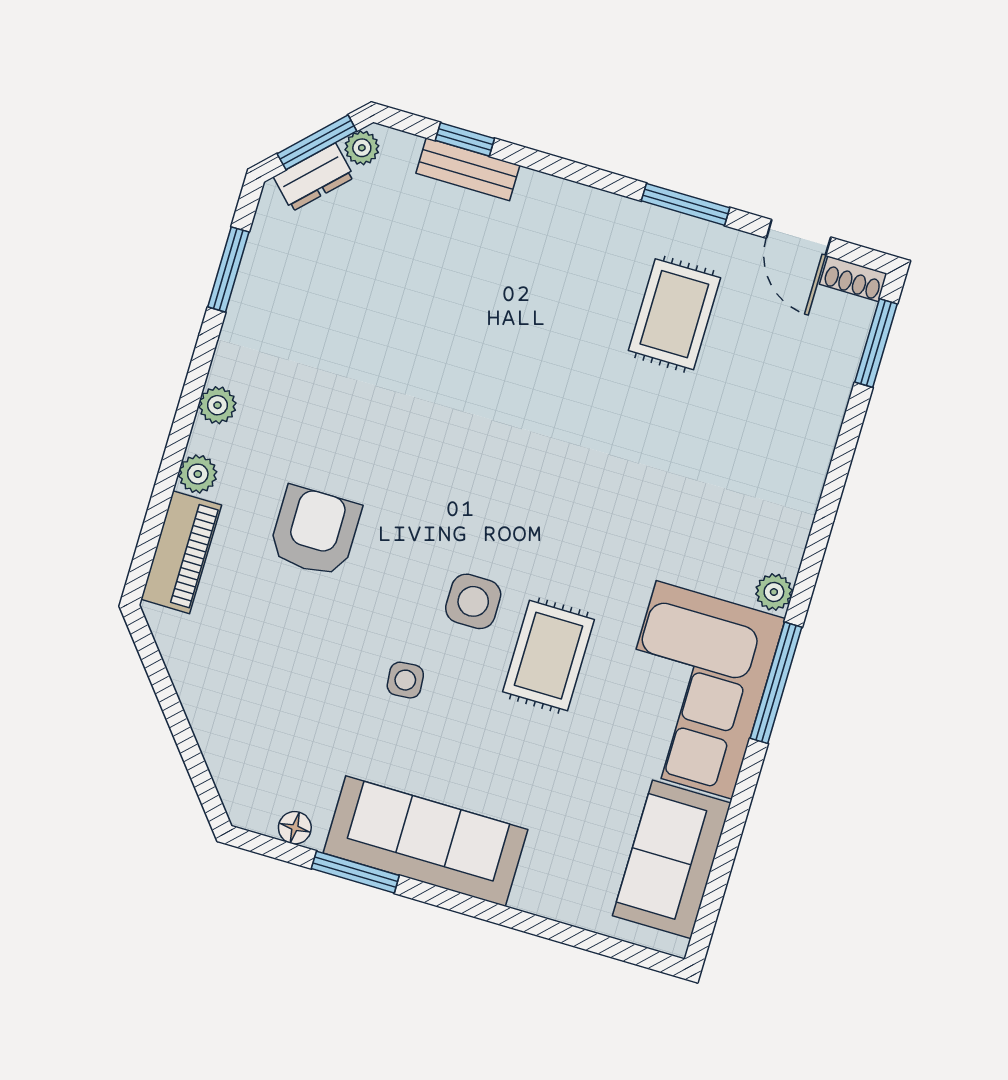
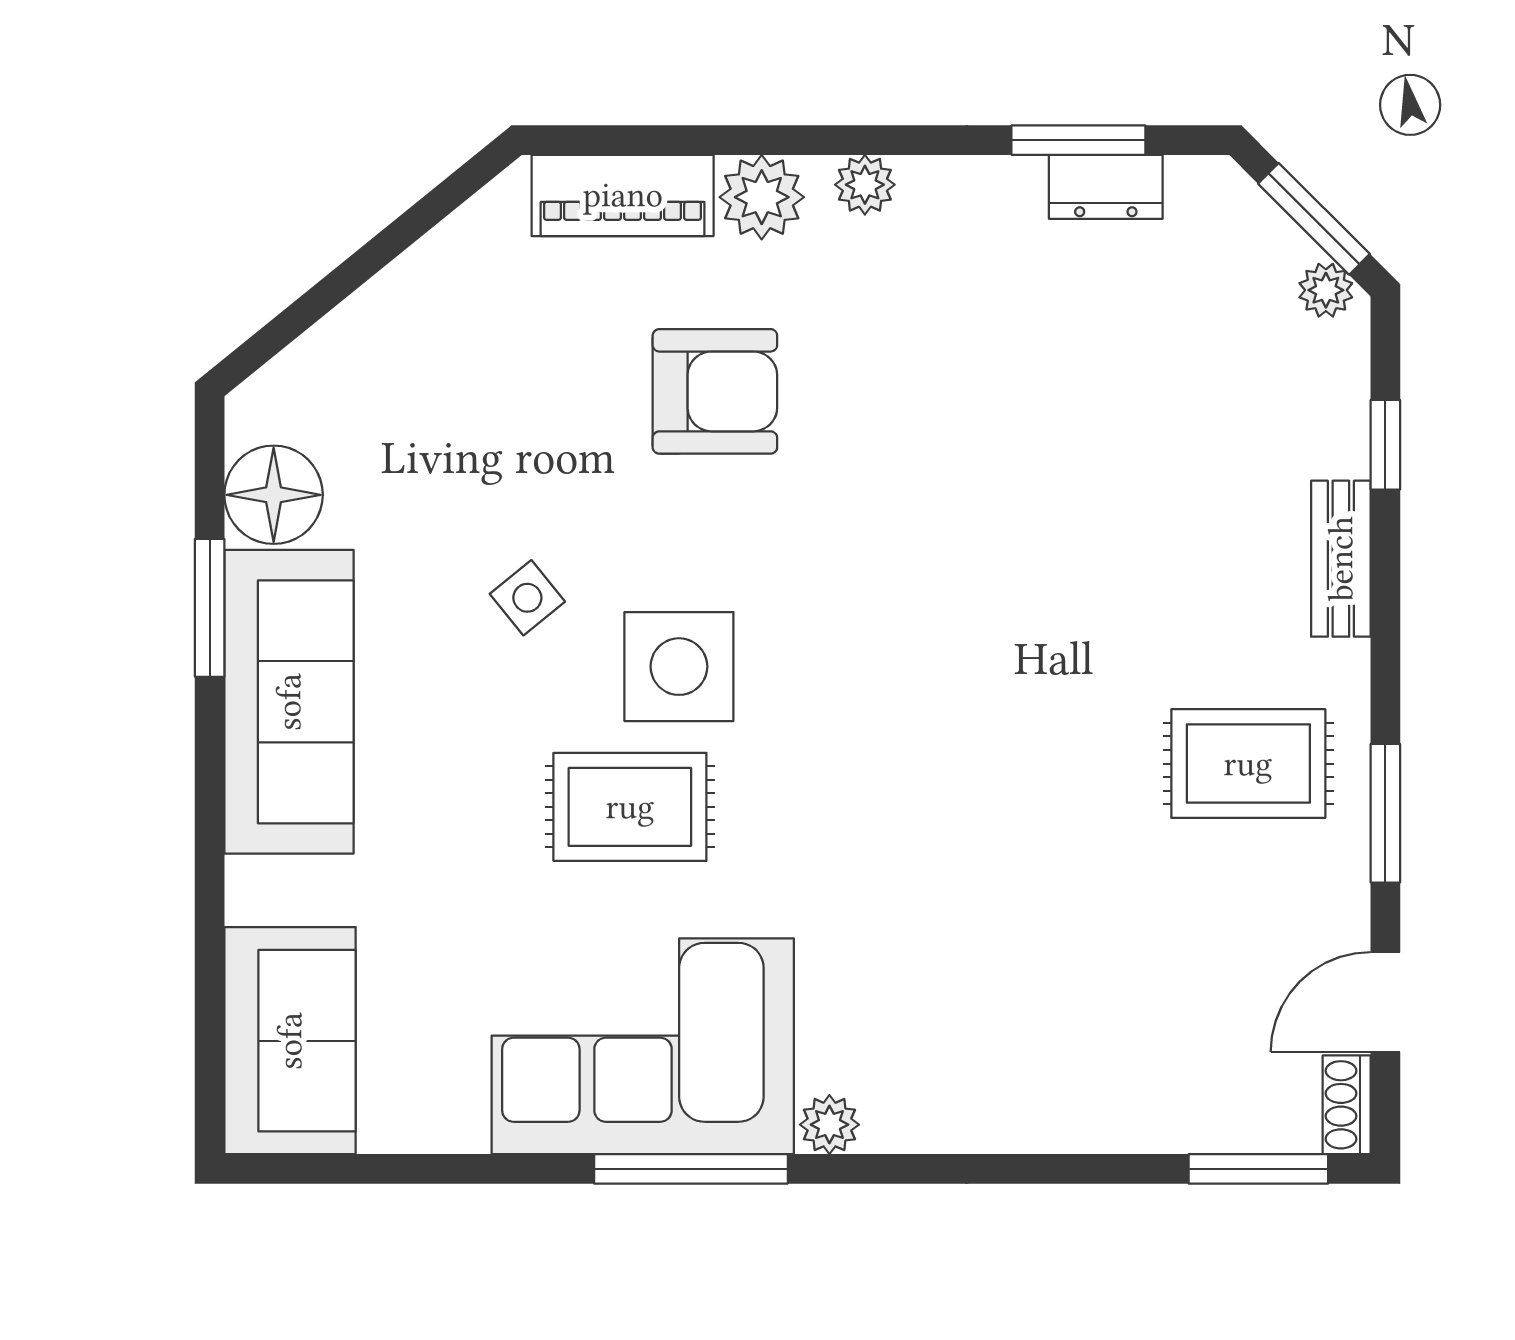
bench: (468, 169) -> (1341, 559), moved
dresser: (314, 177) -> (1106, 187), moved, turned -45
rug: (674, 314) -> (1248, 764), moved
plant: (198, 474) -> (762, 197), width x1.38, depth x1.38
side table: (473, 601) -> (679, 667), width x1.37, depth x1.37
side table: (405, 680) -> (527, 598), turned -34
floor lamp: (295, 828) -> (274, 495), width x1.89, depth x1.89
sofa: (672, 859) -> (290, 1041), moved, turned 90

